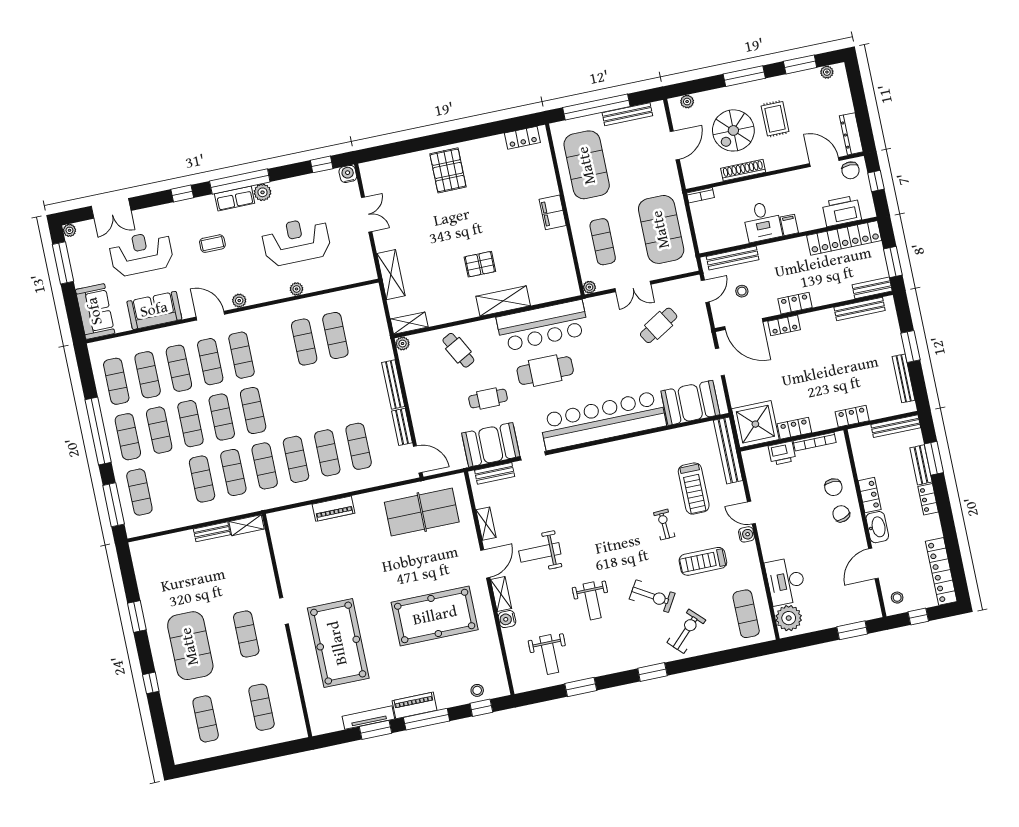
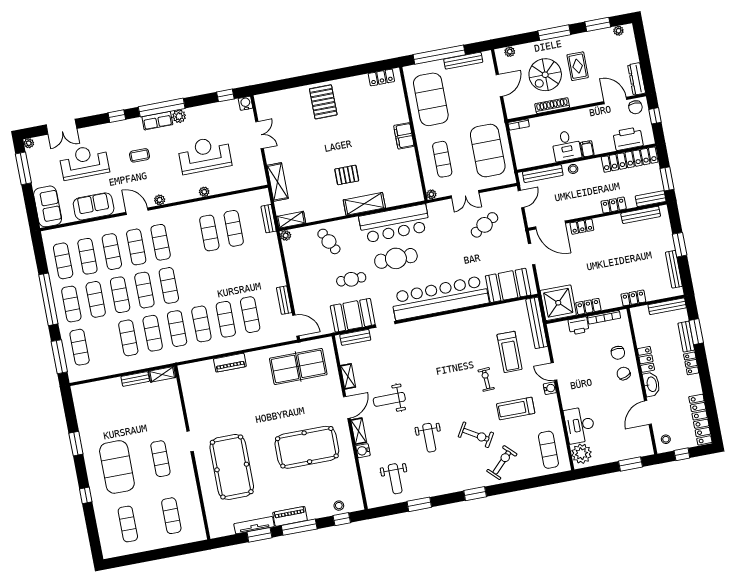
stool: (742, 291) -> (573, 169), moved
locker: (795, 303) -> (614, 205), moved
bench: (393, 385) -> (269, 219), moved, width x0.73

